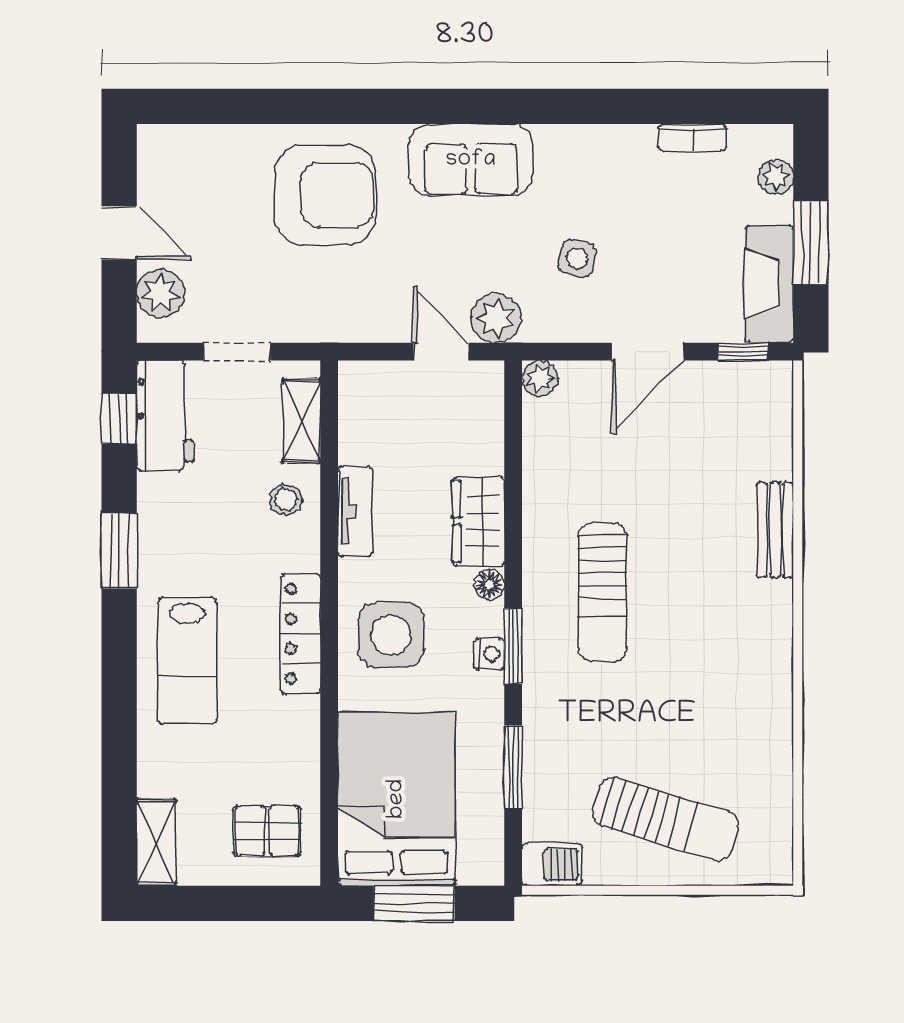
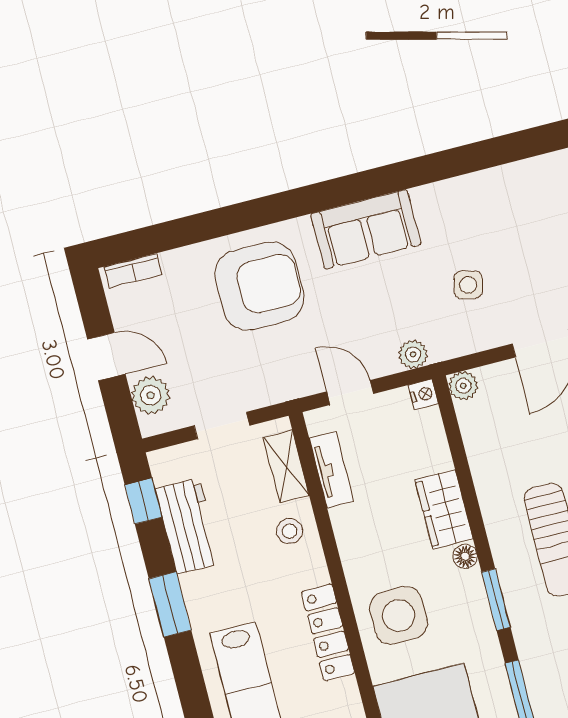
bookcase: (692, 137) -> (133, 270), moved
plant: (496, 318) -> (413, 354), width x0.73, depth x0.73
door: (441, 352) -> (350, 393), moved
workbench: (165, 416) -> (188, 526), moved
tv unit: (355, 511) -> (331, 470), moved
nightstand: (489, 654) -> (423, 394), moved

